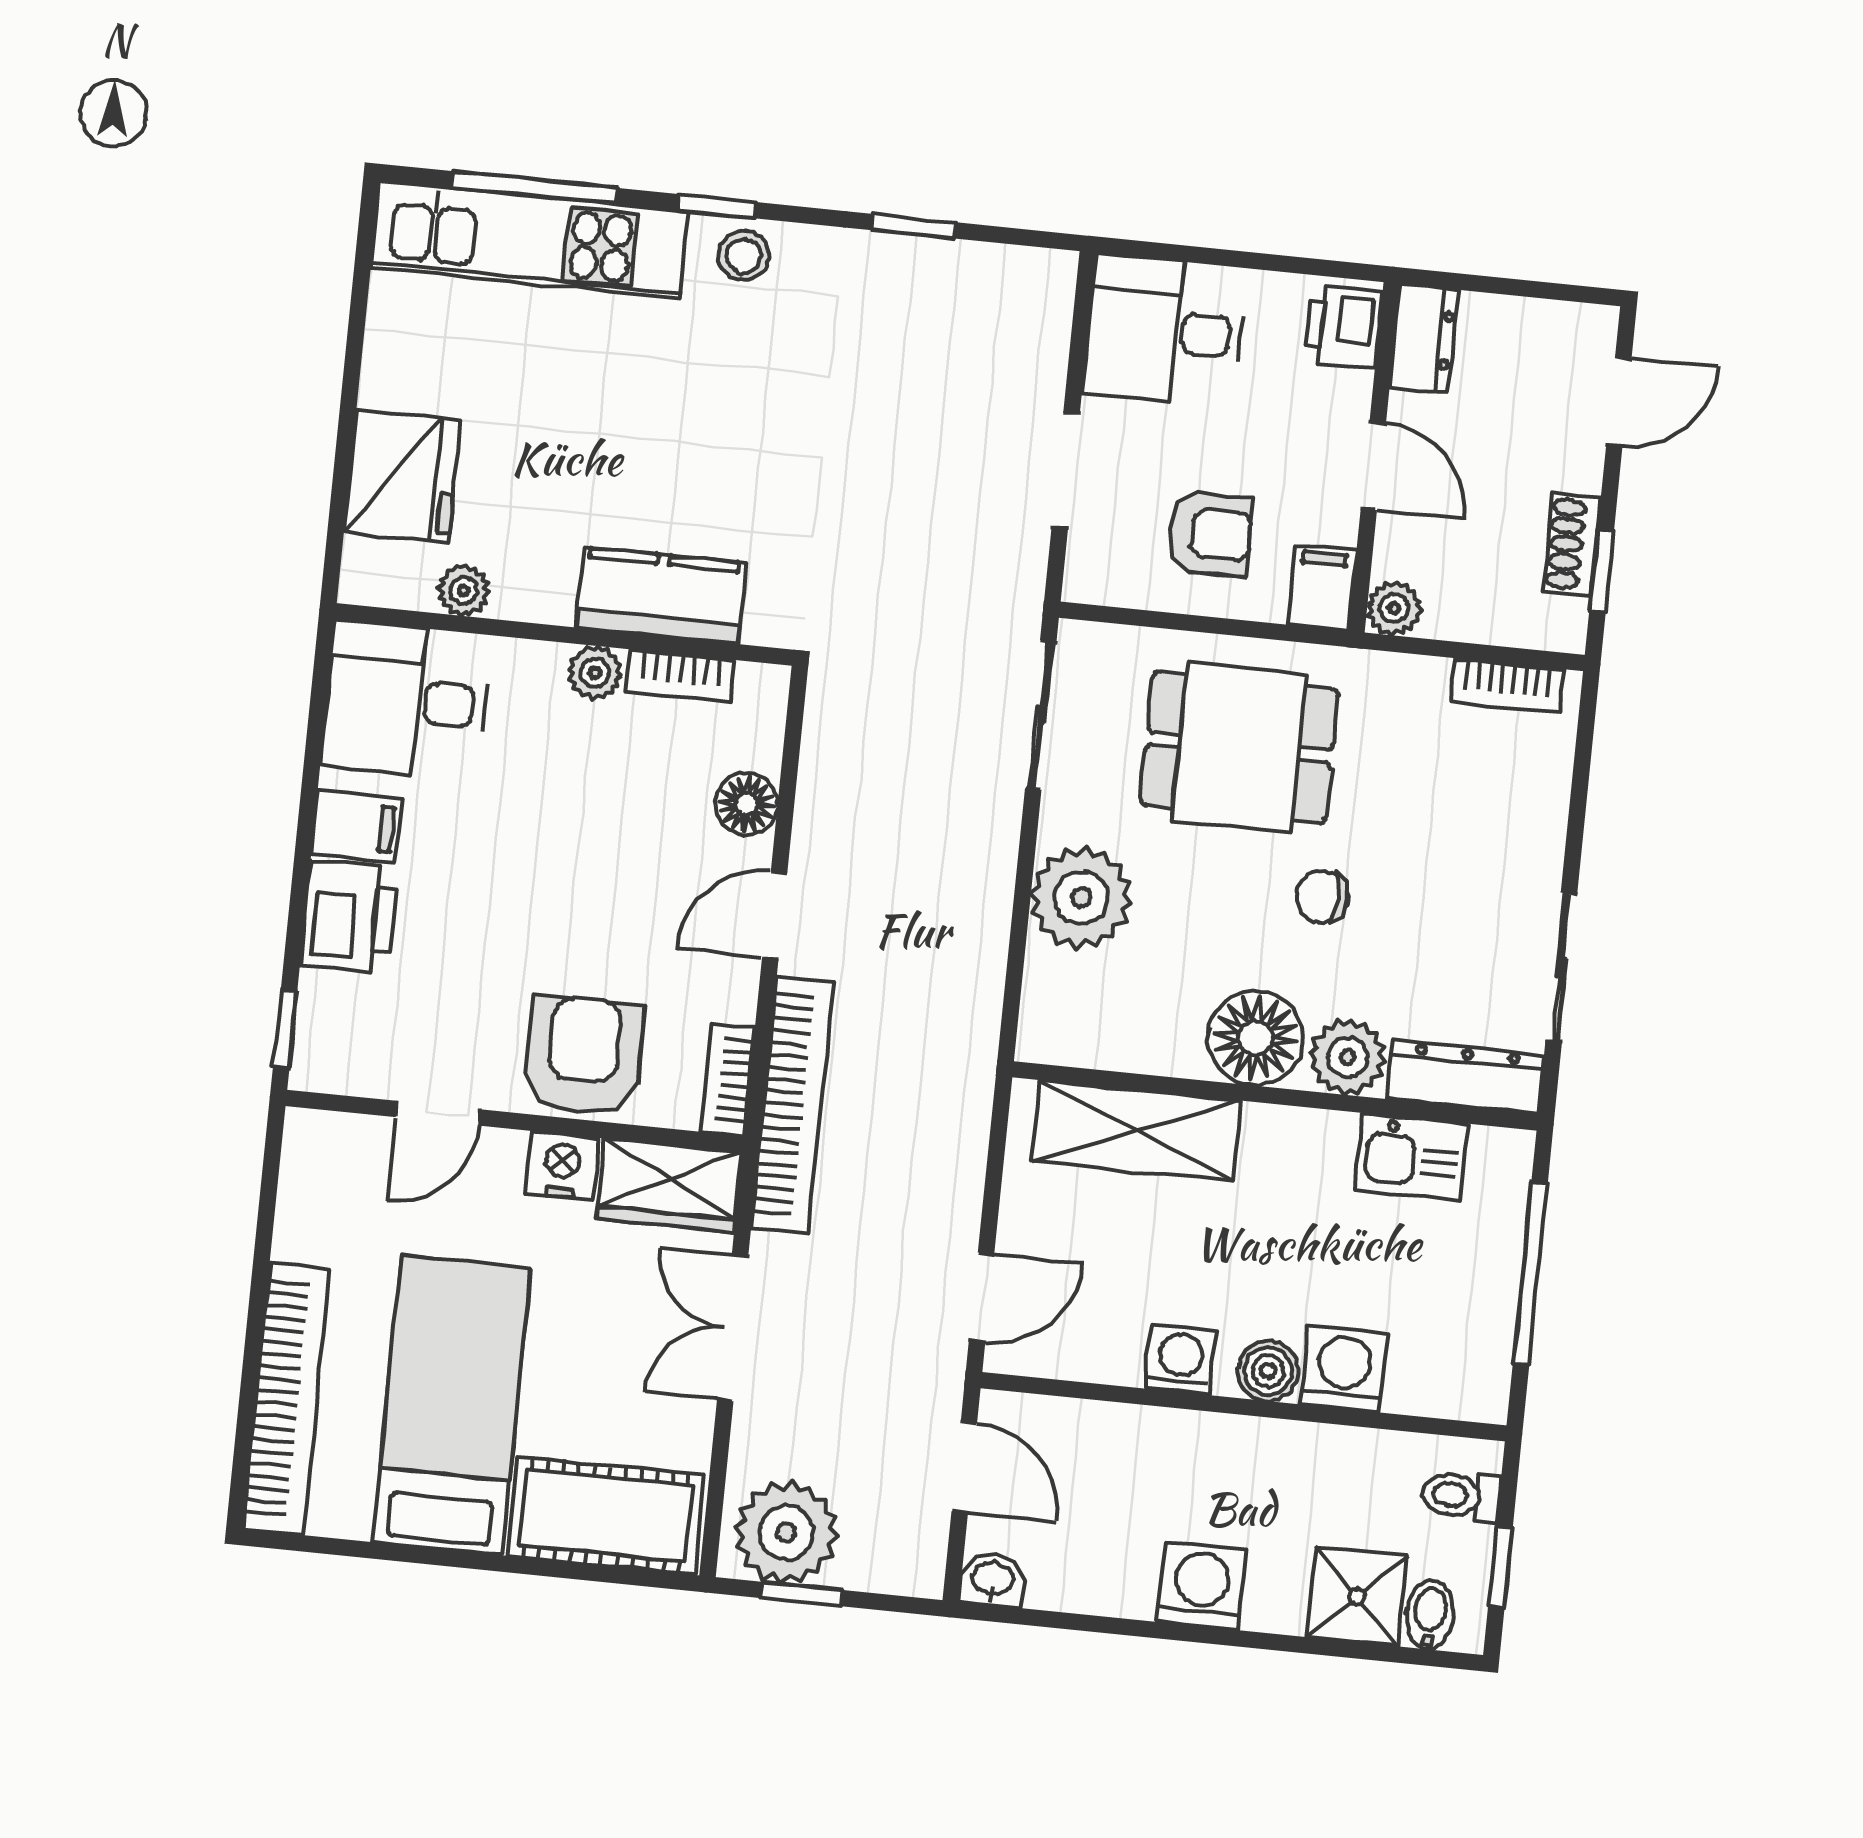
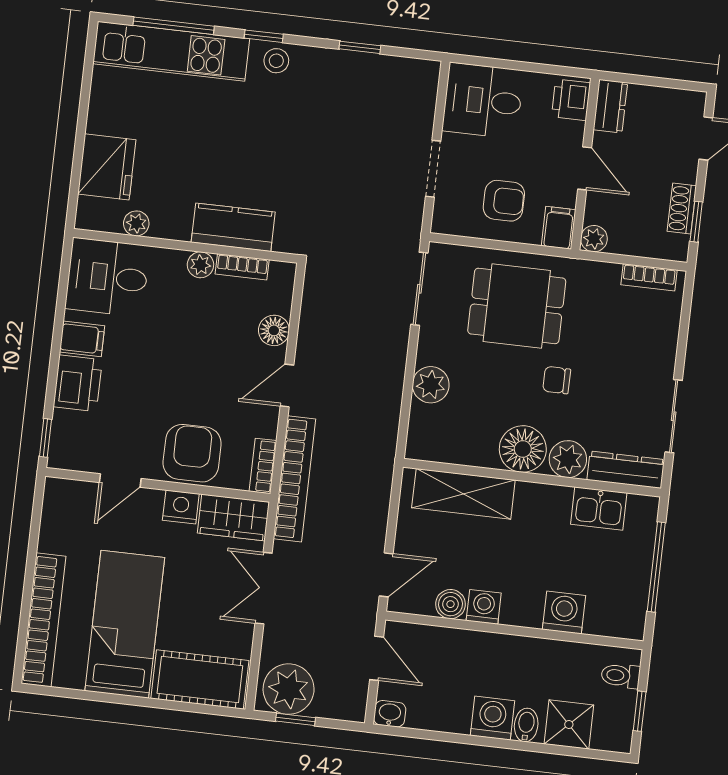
plant: (1081, 898) -> (431, 385), width x0.73, depth x0.73
boiler: (1268, 1371) -> (451, 604), moved
bidet: (1430, 1615) -> (526, 725), moved

